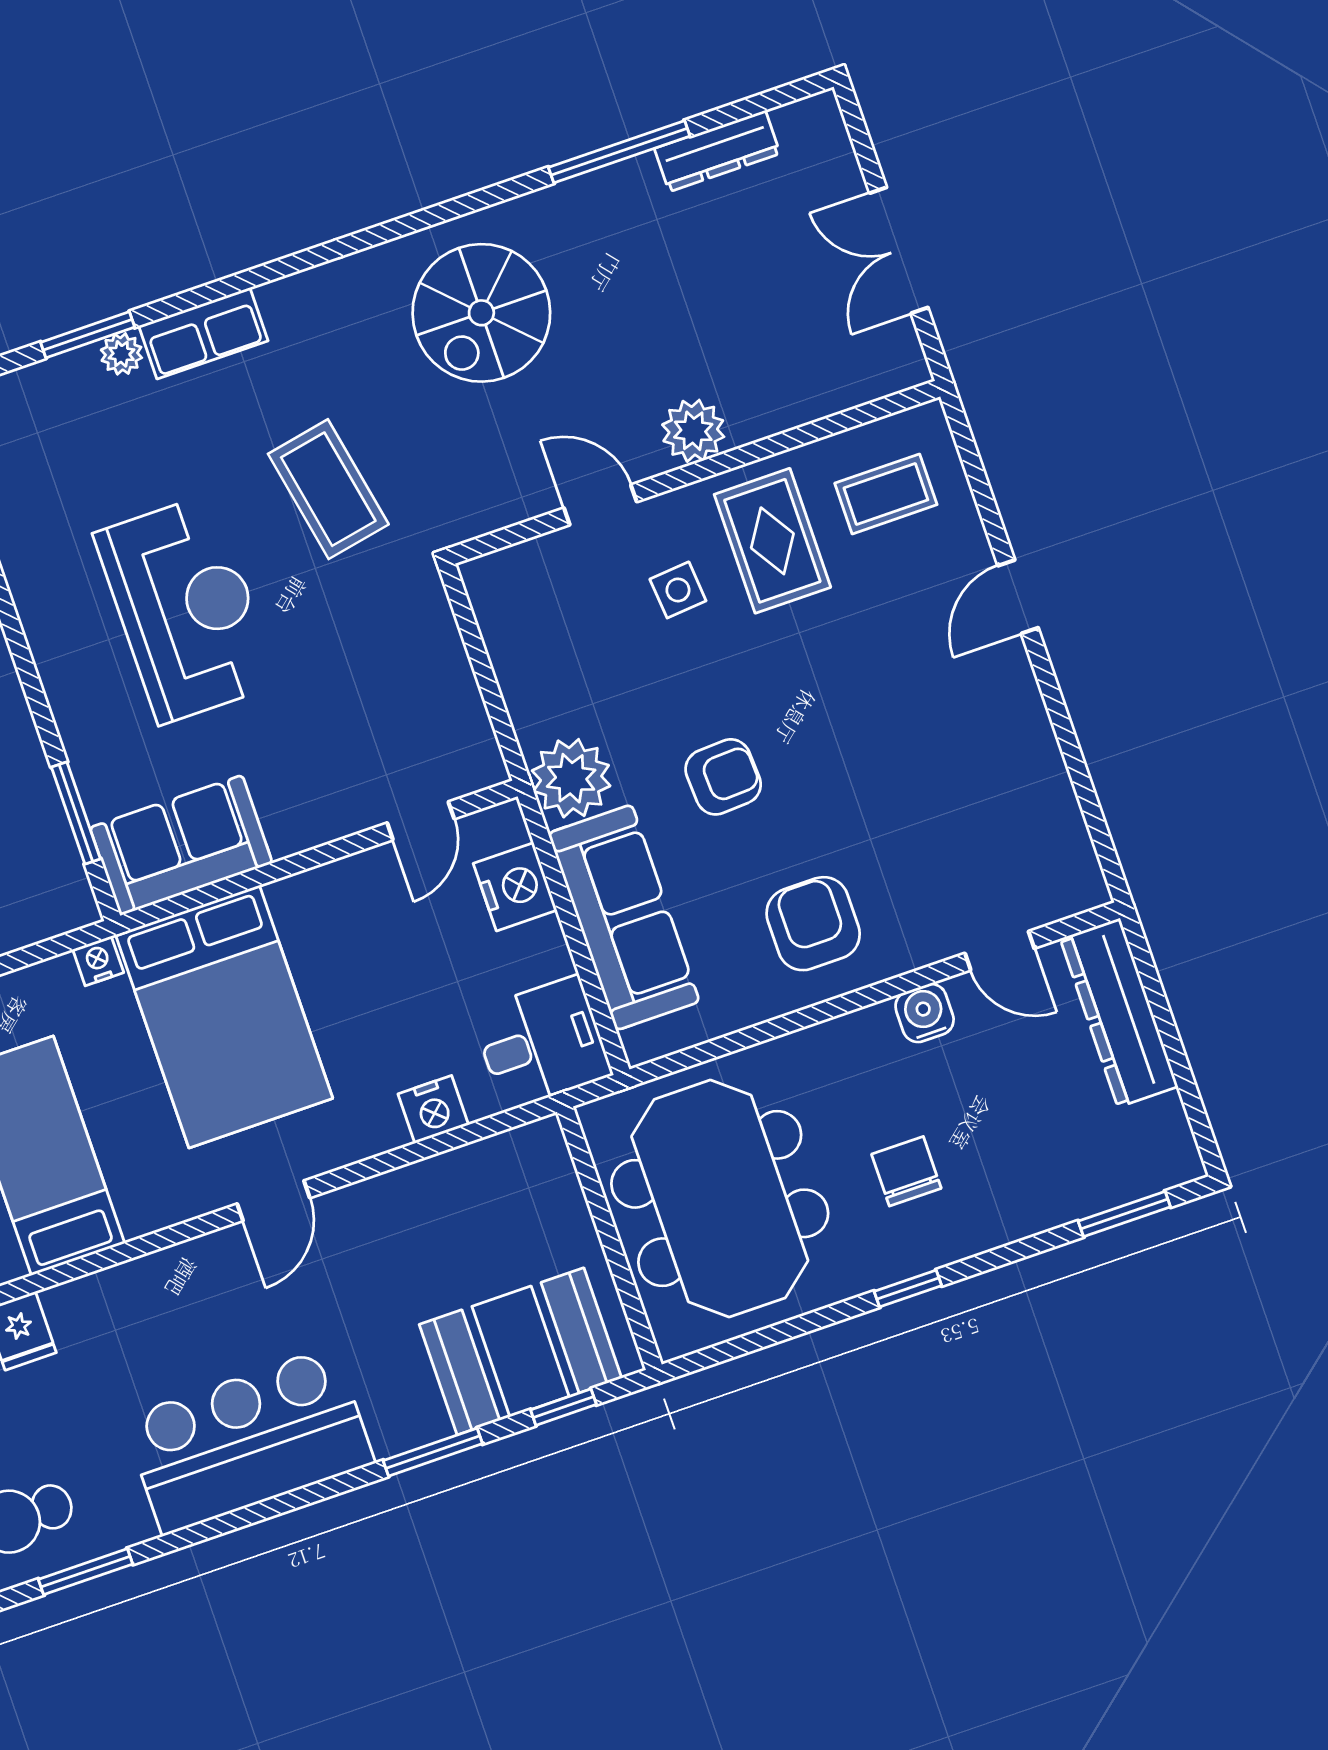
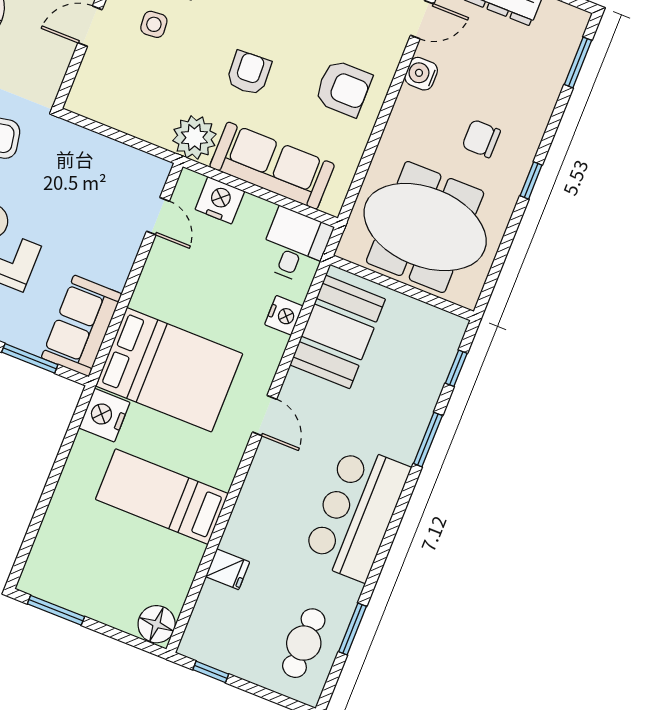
armchair: (813, 924) -> (343, 88), turned 180
nightstand: (98, 961) -> (104, 415), width x1.89, depth x1.79
booth: (520, 1351) -> (338, 332), moved

